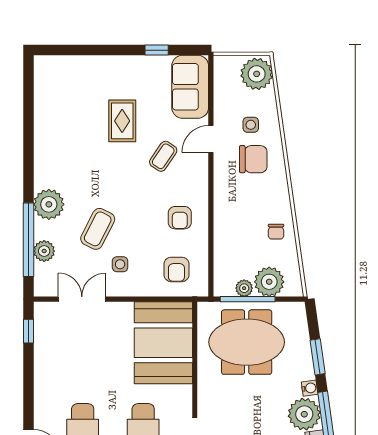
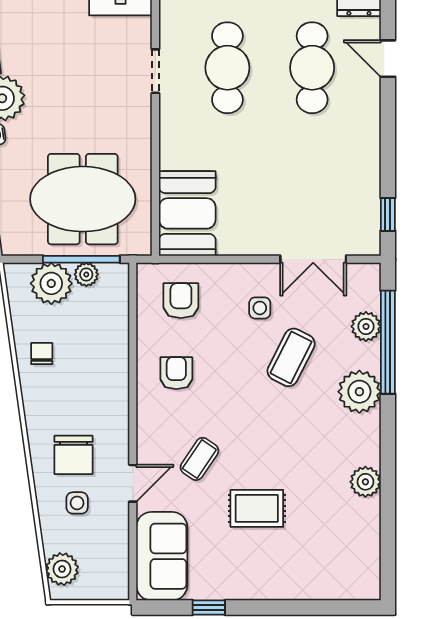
plant: (257, 74) -> (62, 569), width x0.73, depth x0.73
rug: (122, 121) -> (257, 508), turned 90
plant: (45, 140) -> (365, 482), added
chair: (253, 159) -> (74, 455), turned -90
booth: (163, 343) -> (187, 213), width x0.73, depth x0.70

